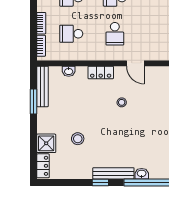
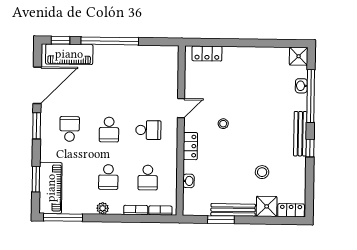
bench: (43, 86) -> (233, 210), moved
washbasin: (142, 174) -> (301, 86), moved

